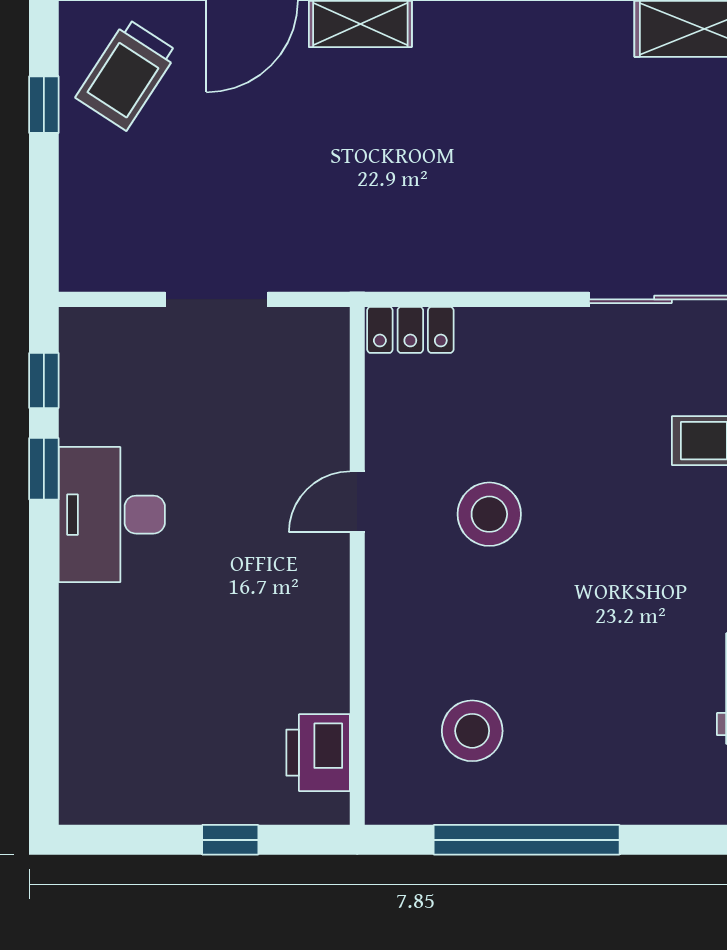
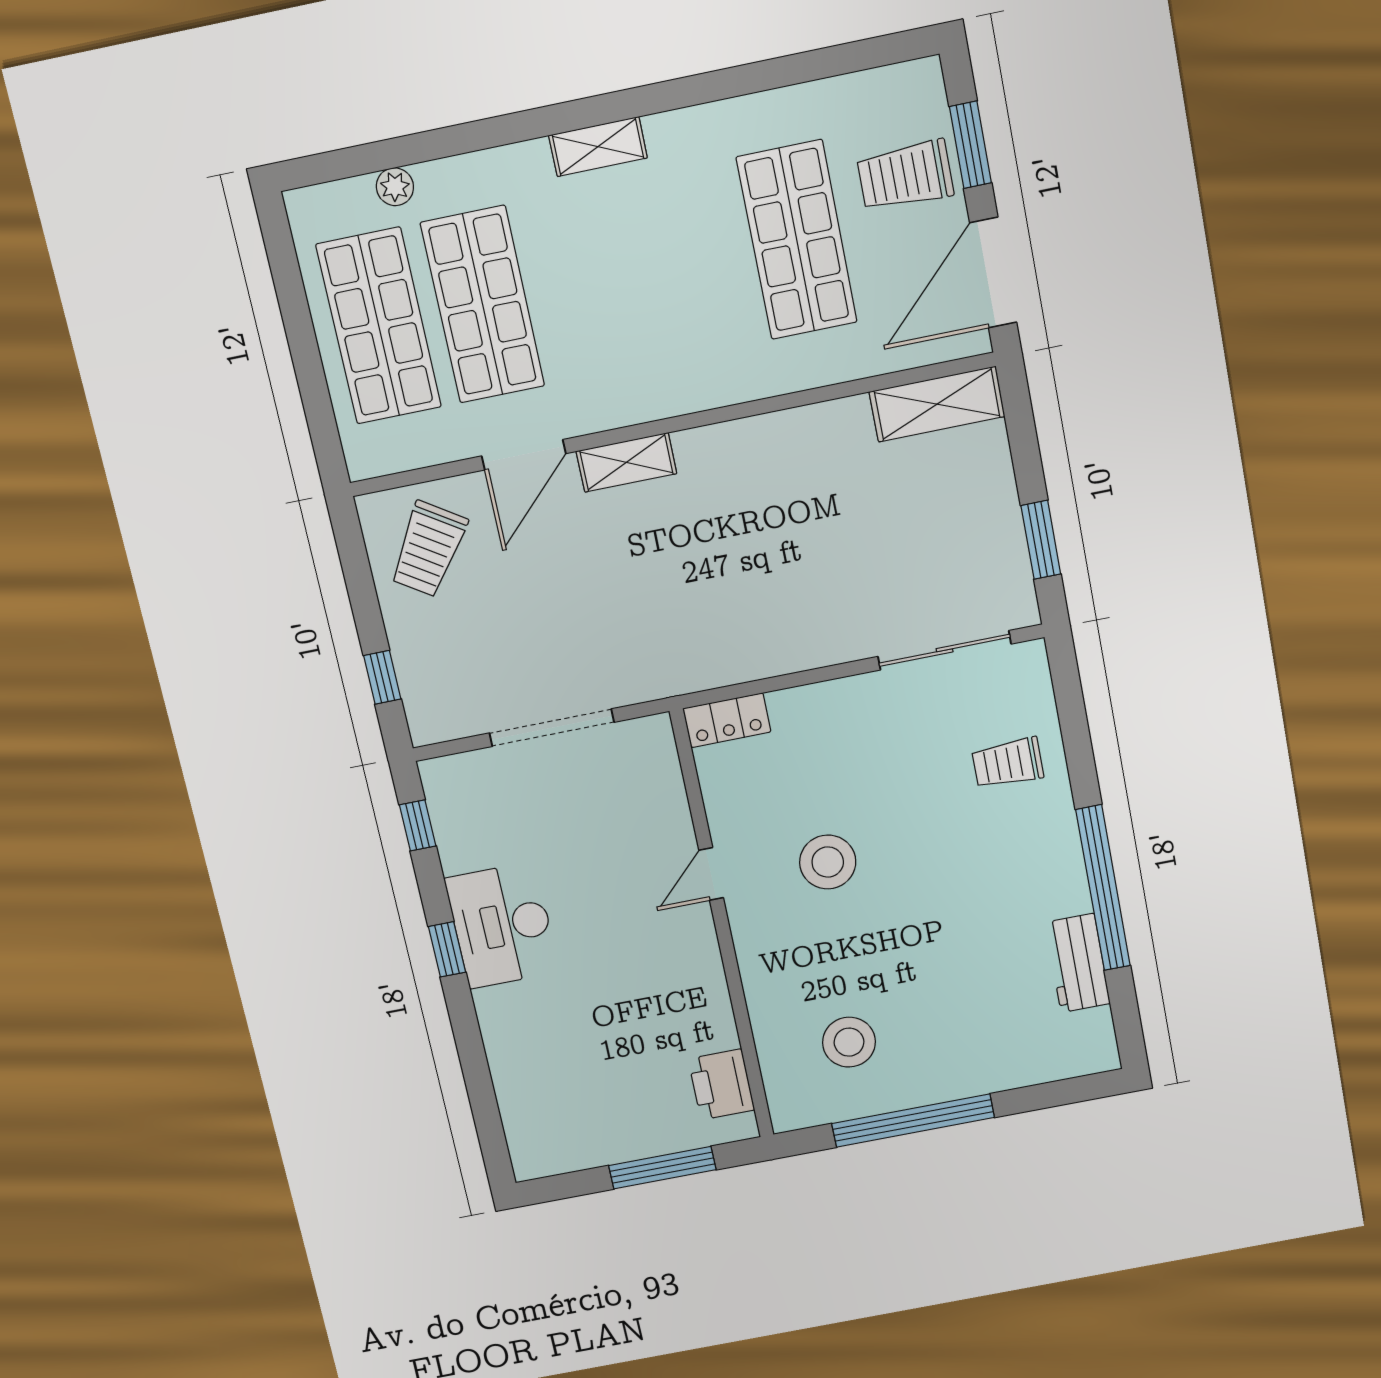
window: (44, 105) -> (382, 677), moved
doorway: (217, 299) -> (552, 728), width x1.36
window: (44, 469) -> (447, 949), moved
window: (230, 840) -> (662, 1168), width x2.17

